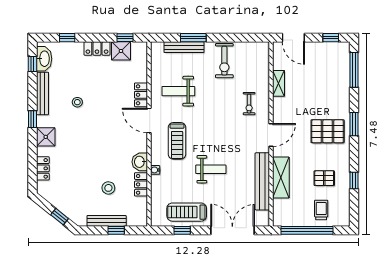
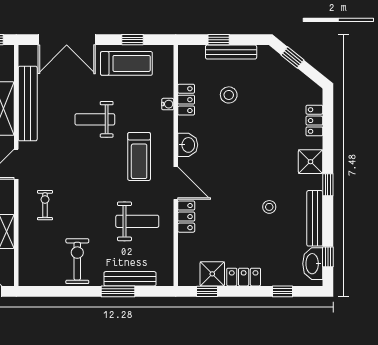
treadmill: (177, 141) -> (139, 156), turned 180
washbasin: (140, 162) -> (188, 145), moved
water cooler: (155, 170) -> (168, 104), moved

